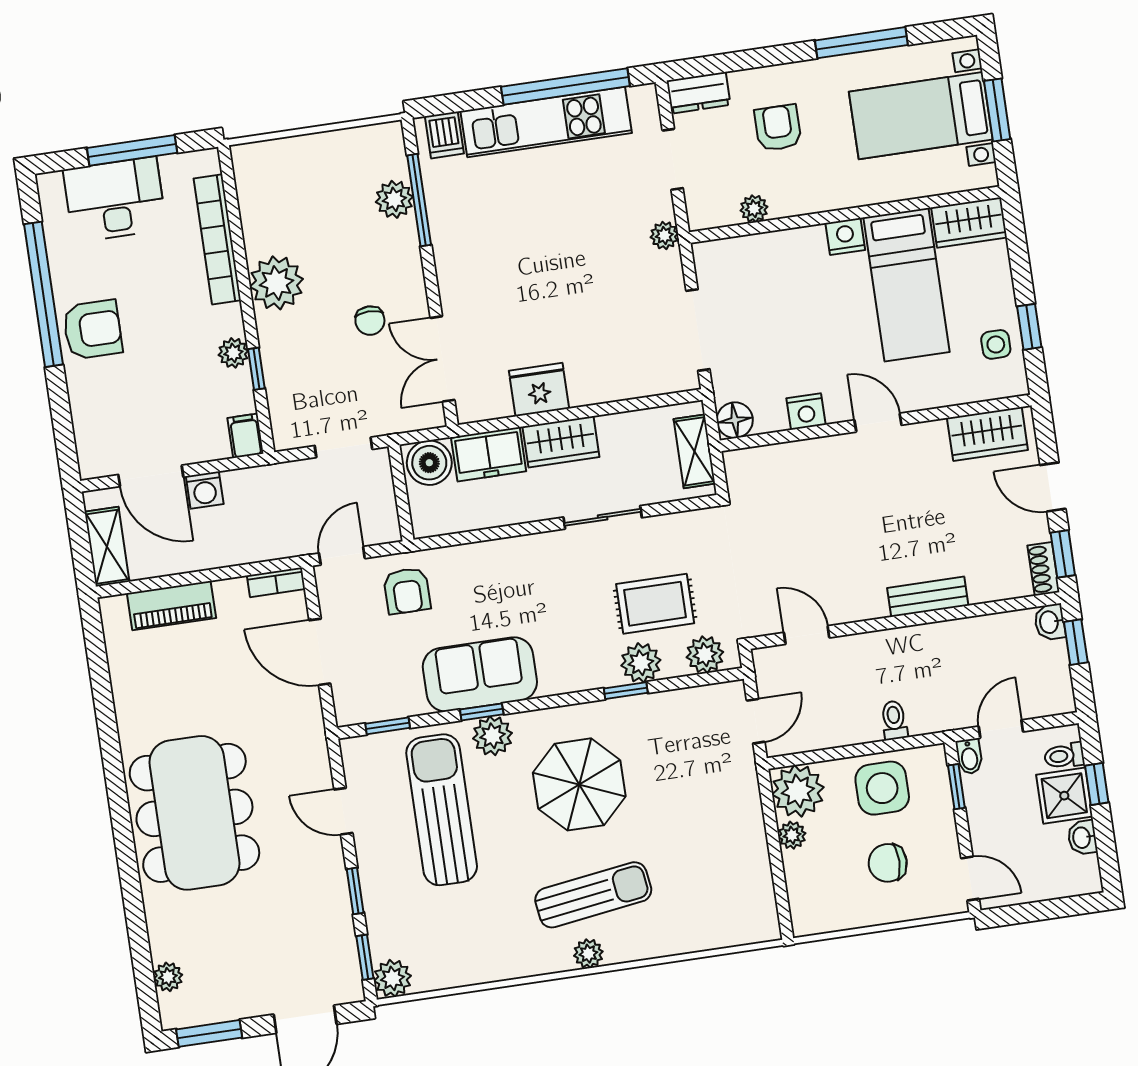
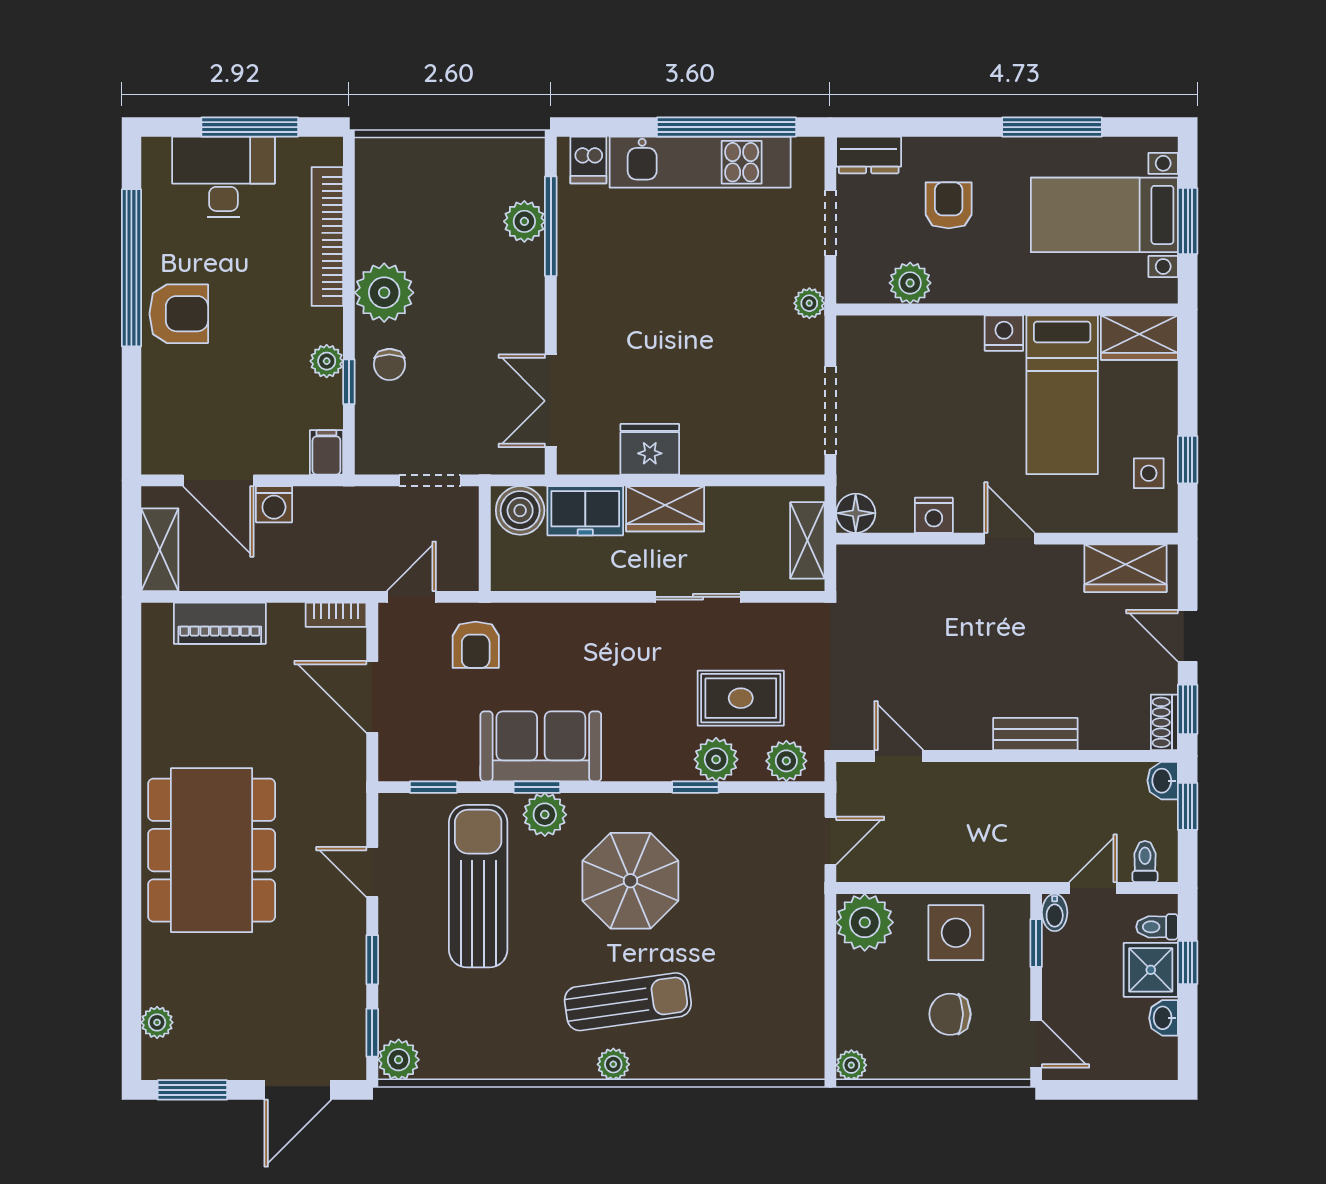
plant: (754, 209) -> (910, 283), width x1.38, depth x1.38
chair: (370, 321) -> (389, 364), moved
toilet: (894, 720) -> (1145, 862), moved
plant: (792, 835) -> (851, 1065), moved

